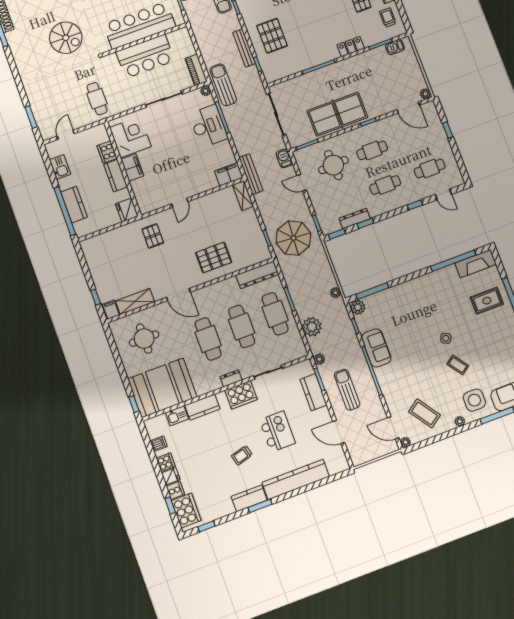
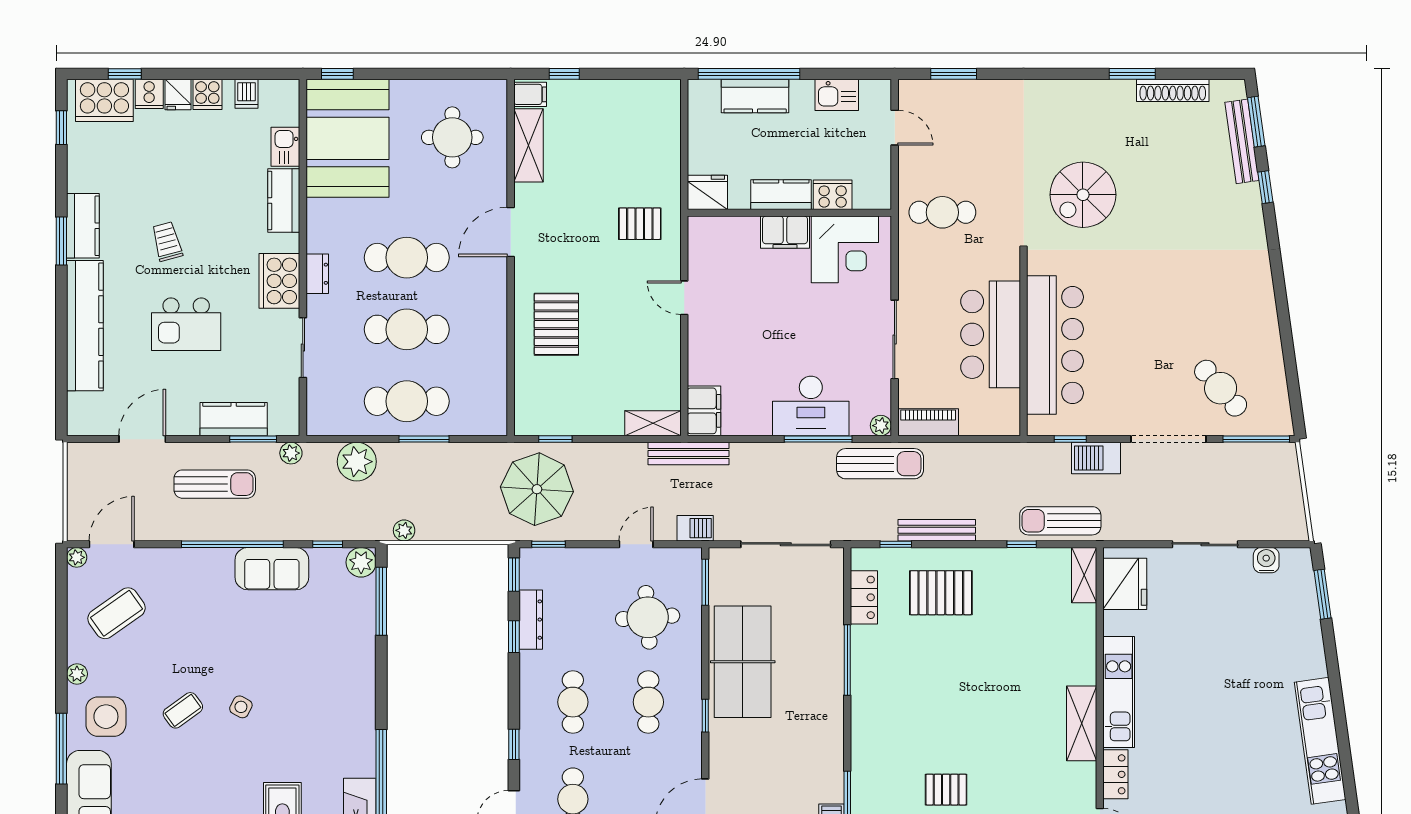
locker: (351, 47) -> (864, 597), moved
dresser: (257, 275) -> (493, 395), removed

